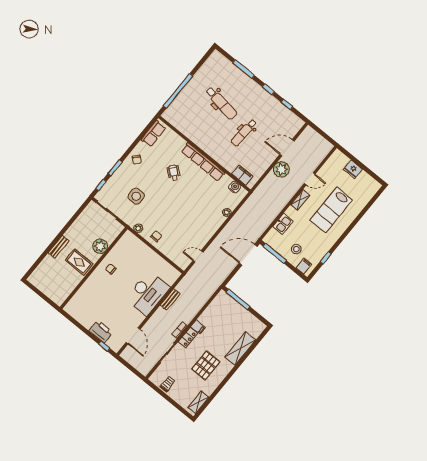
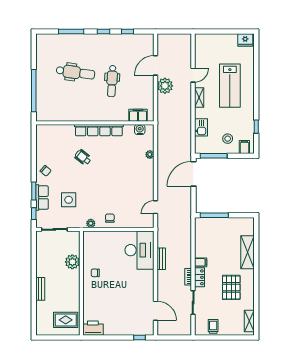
row of seats: (153, 134) -> (42, 198), moved
fridge: (353, 169) -> (245, 40), moved
rug: (79, 262) -> (66, 320), moved
desk: (148, 293) -> (140, 250), moved
printer: (101, 332) -> (93, 328), moved

